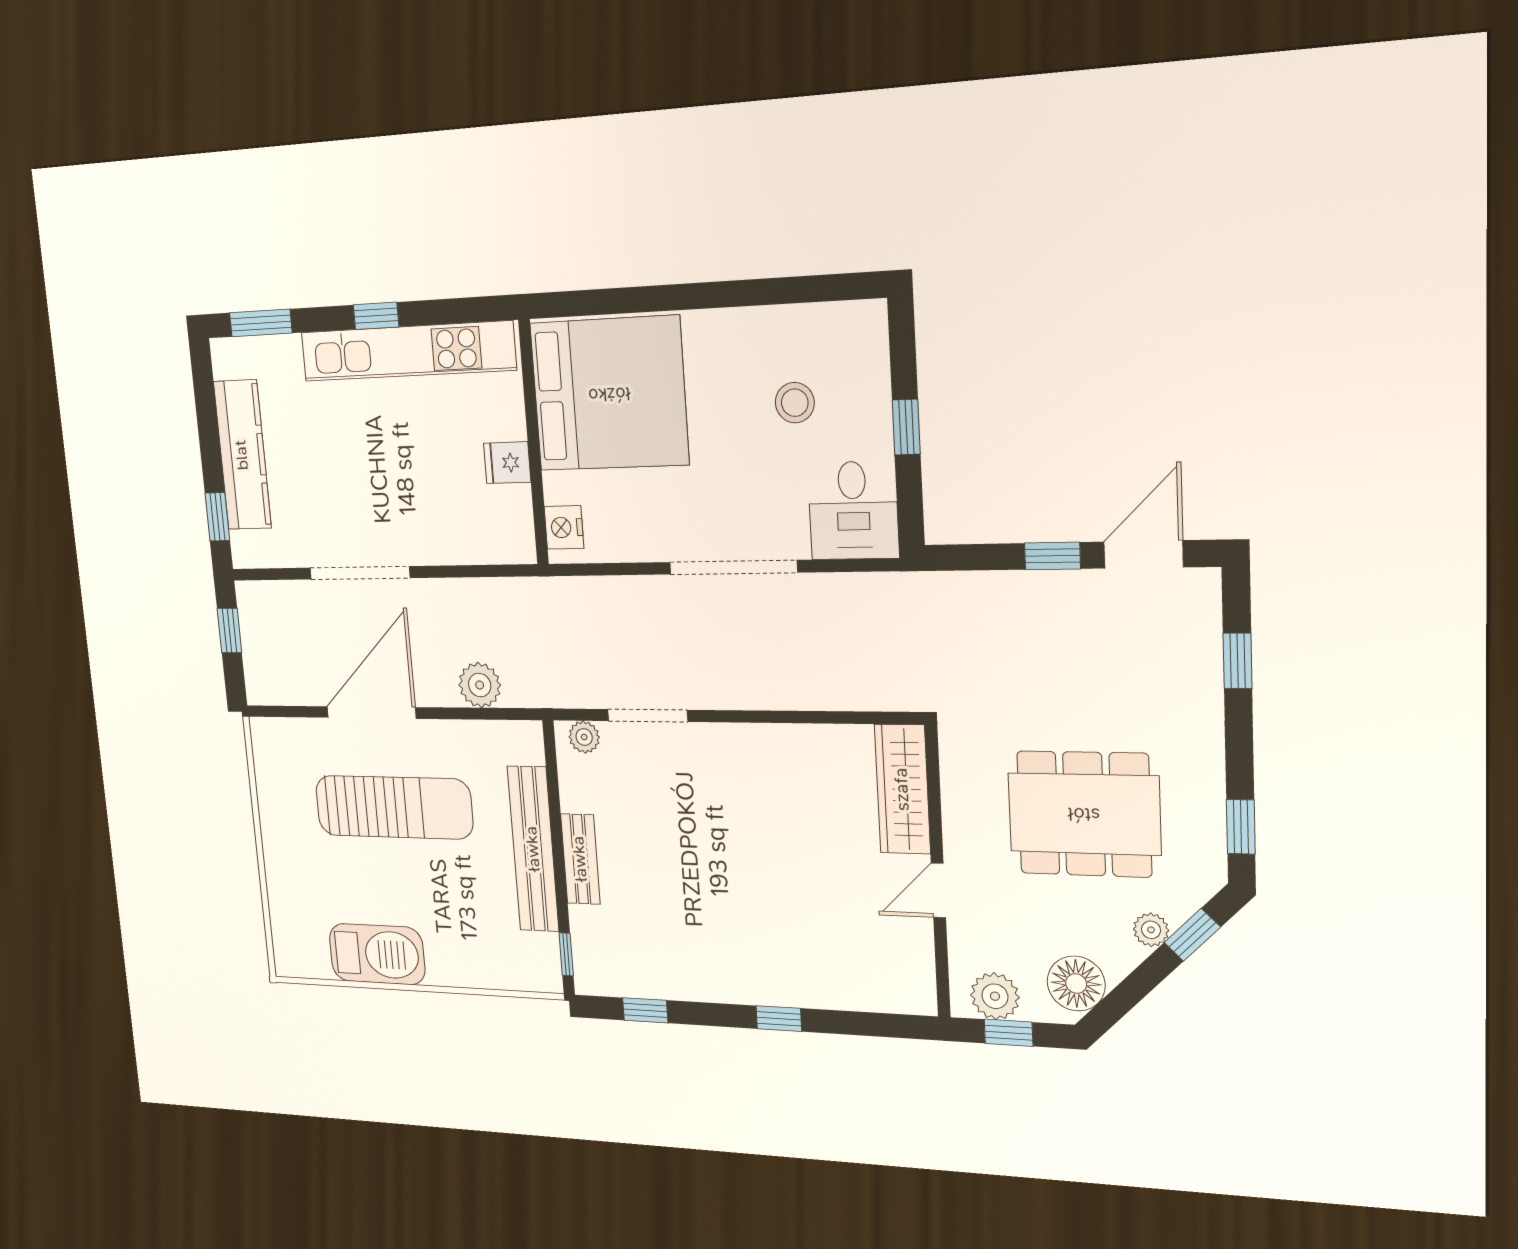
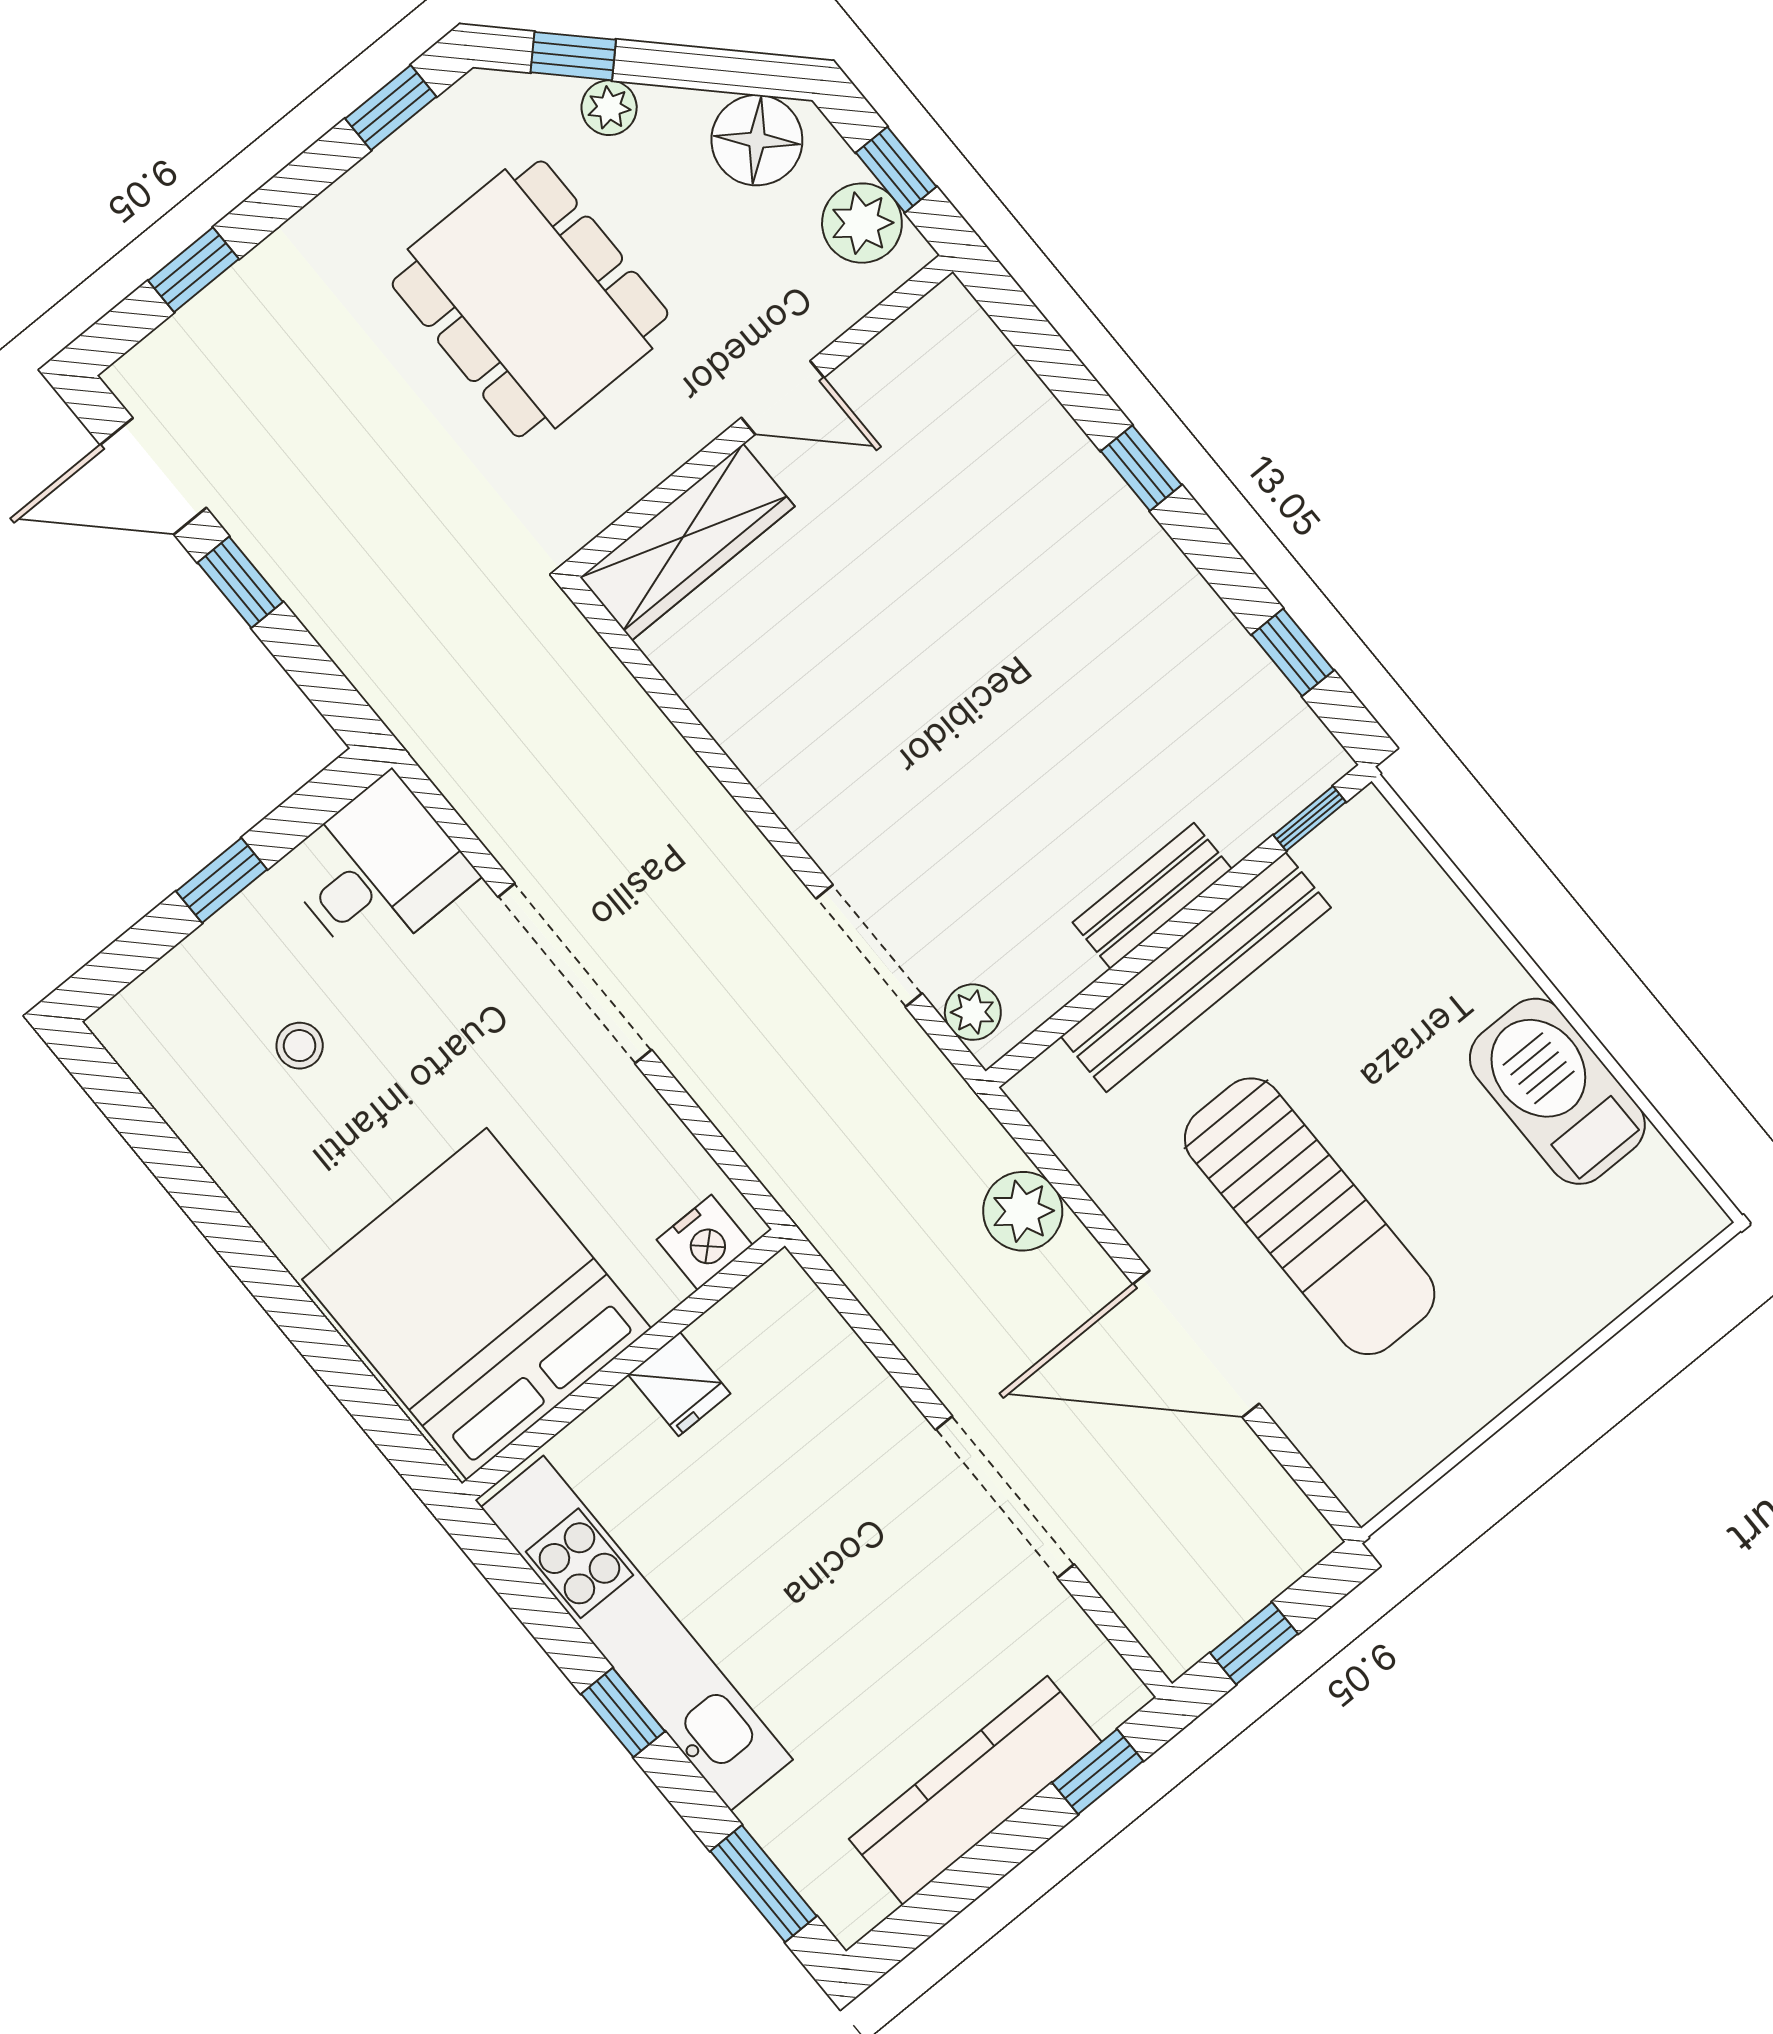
stool: (795, 403) -> (300, 1046), width x0.73, depth x0.73
sun lounger: (394, 807) -> (1310, 1216), turned 180

